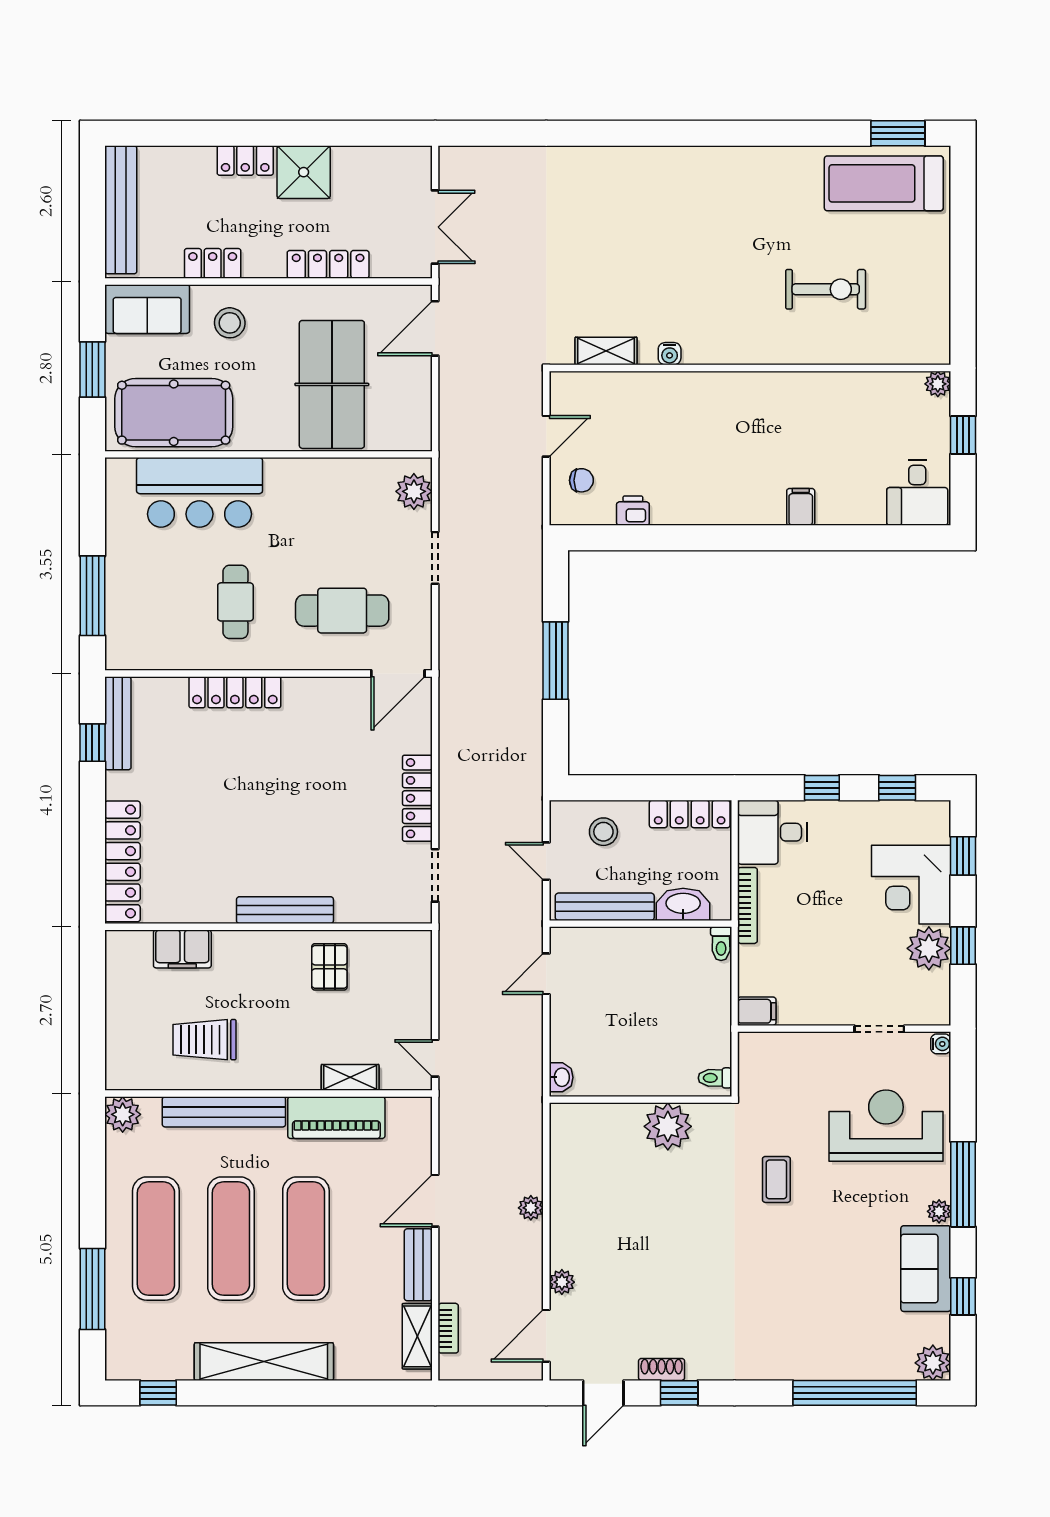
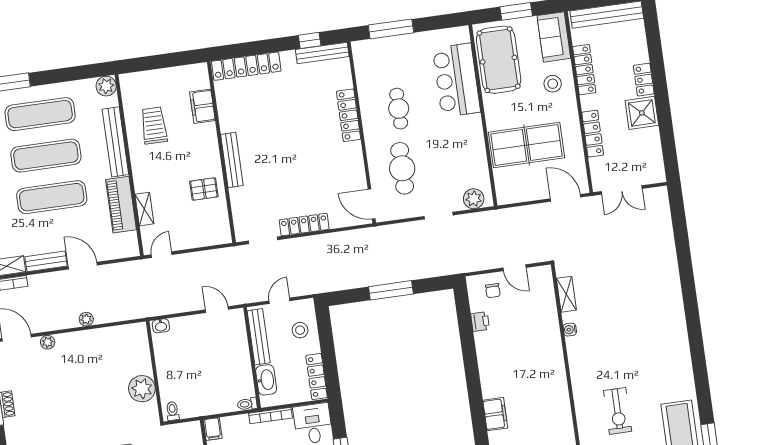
locker: (213, 263) -> (584, 70), width x1.53
filing cabinet: (801, 507) -> (495, 414), width x2.00
cafe table: (235, 602) -> (399, 109), turned 90

